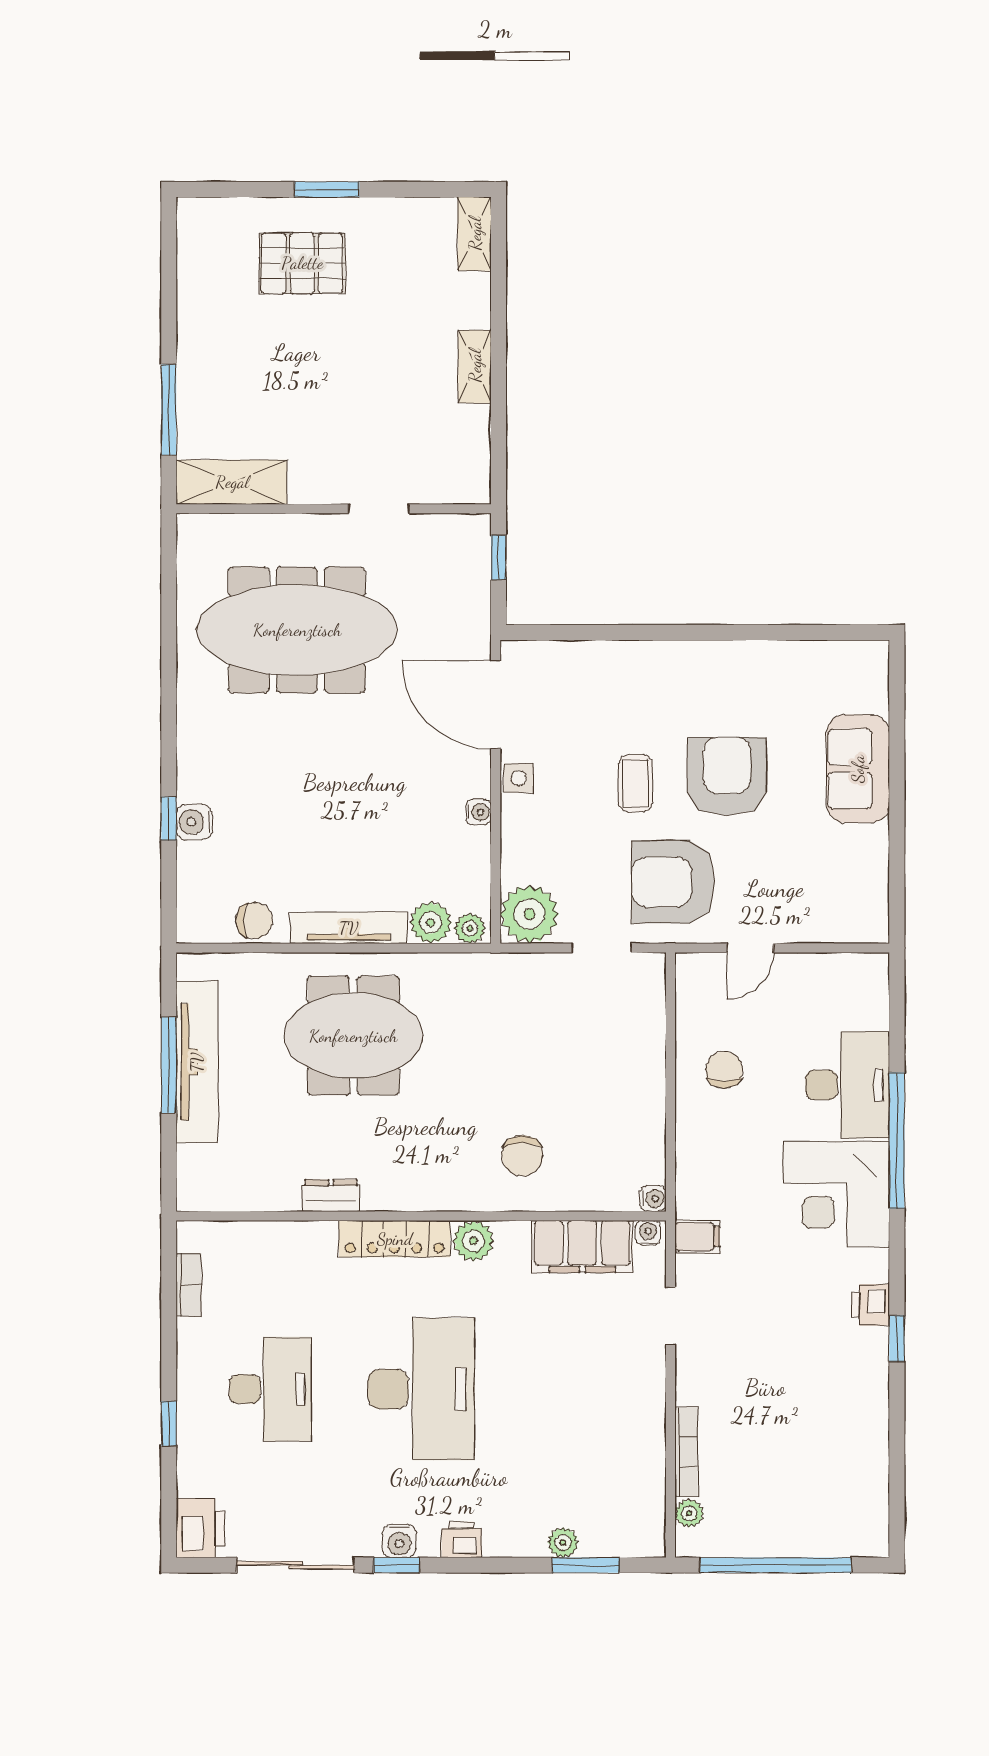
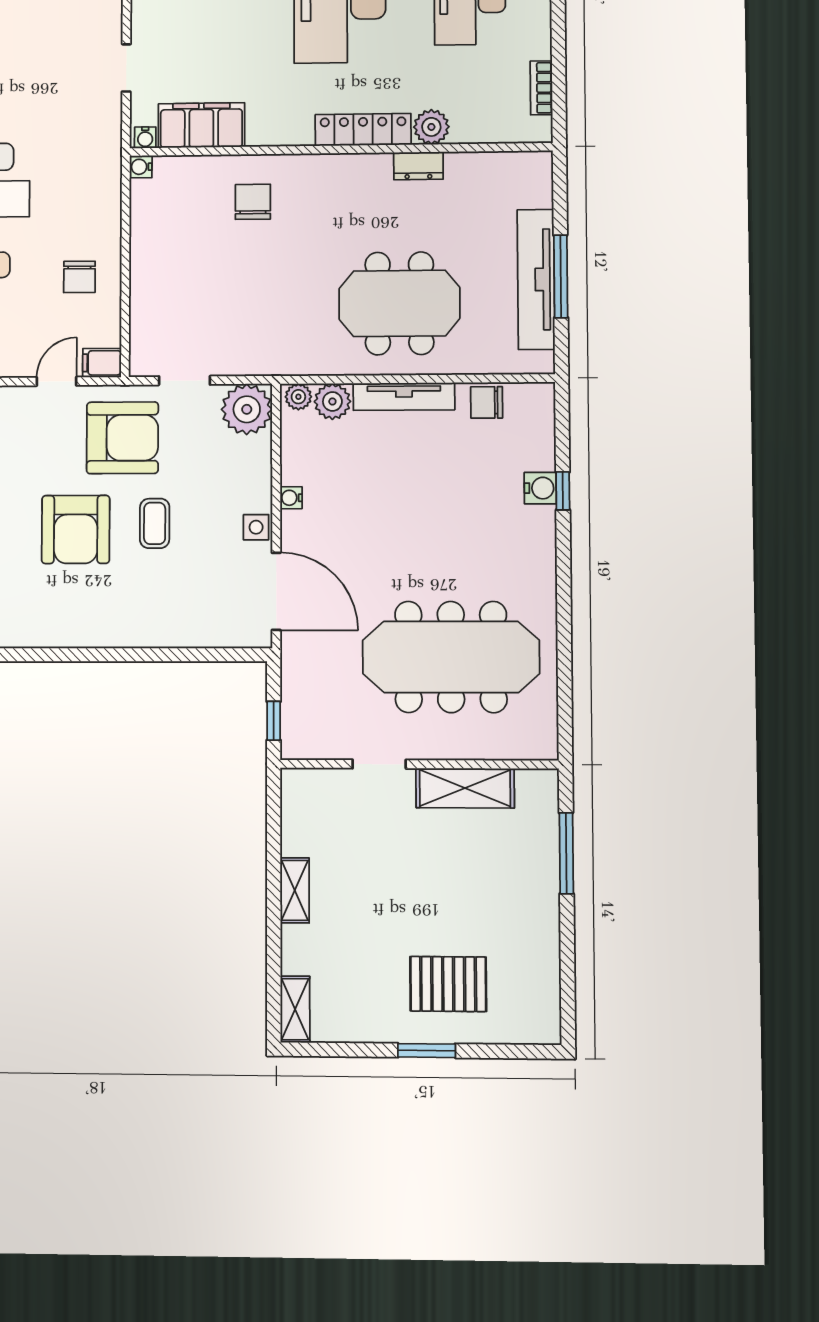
shelving: (232, 482) -> (465, 788), moved
filing cabinet: (697, 1237) -> (102, 363), moved
plant: (473, 1241) -> (431, 127), moved

